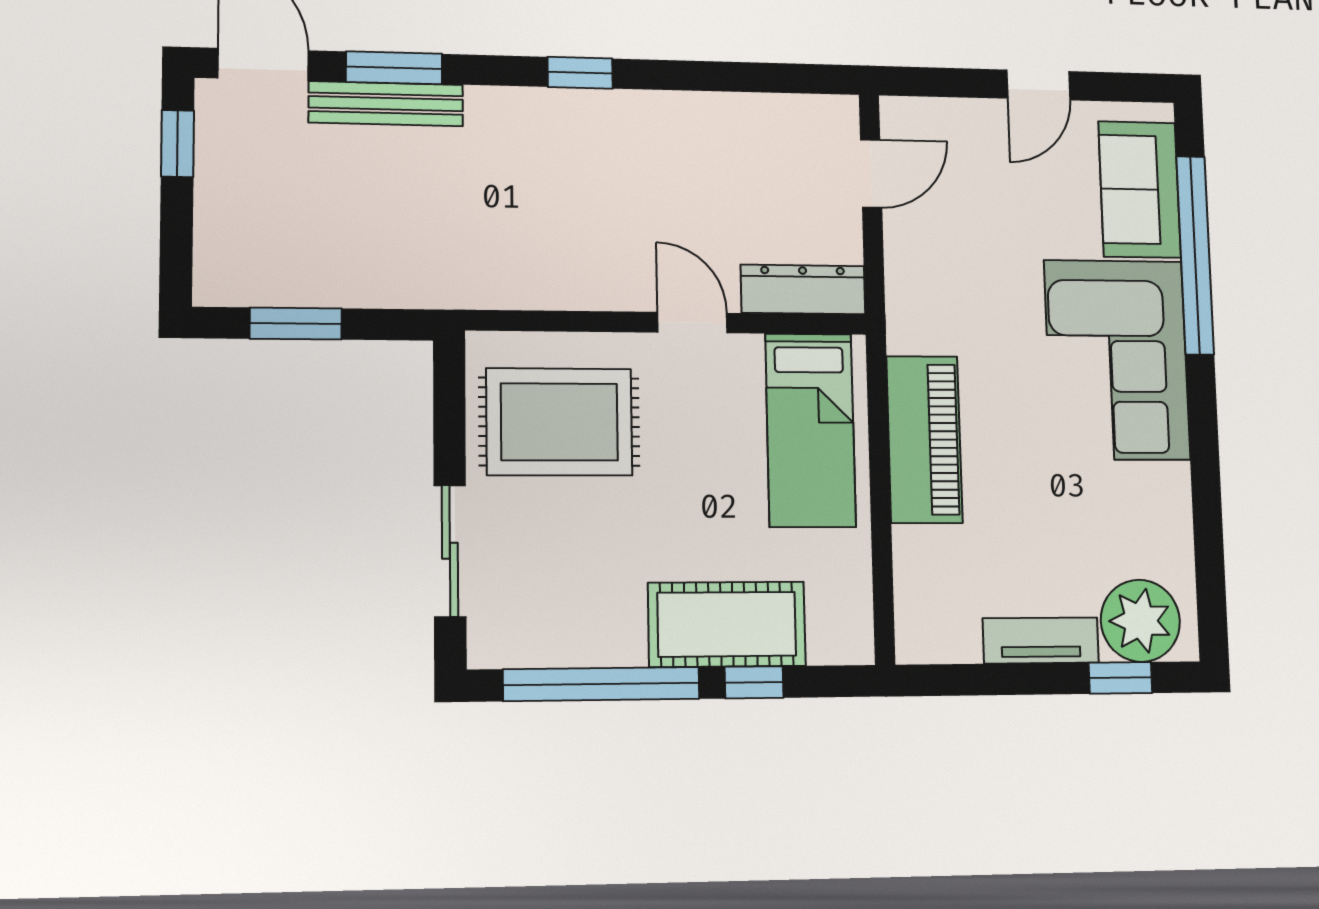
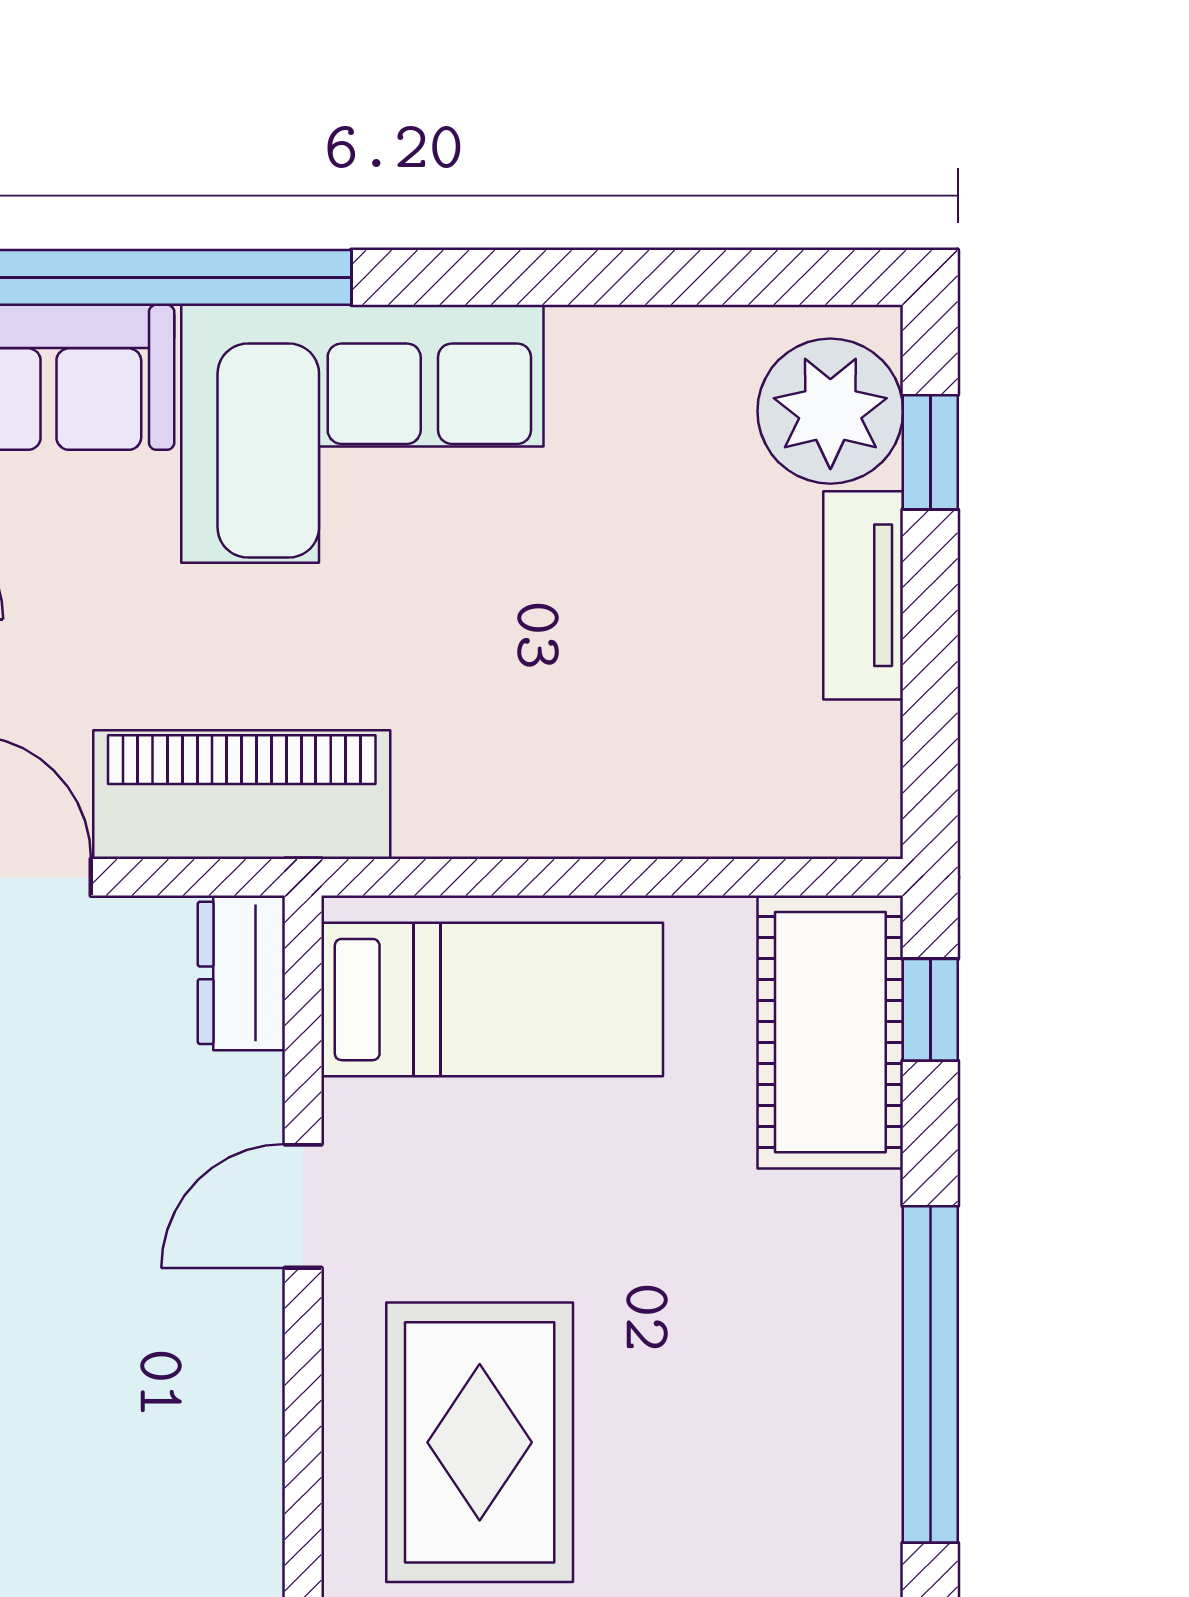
dresser: (803, 289) -> (241, 973), width x0.70
piano: (924, 439) -> (242, 795), moved
cot: (727, 624) -> (830, 1032), moved
window: (754, 682) -> (930, 1010), moved

